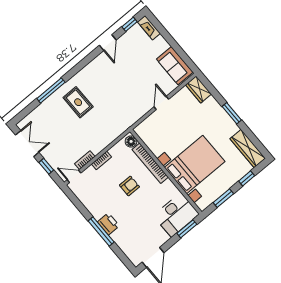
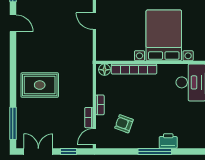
window: (51, 90) -> (13, 123), moved
rug: (78, 102) -> (40, 85), width x1.36, depth x1.43
armchair: (129, 186) -> (124, 124), moved, turned -70
printer: (108, 224) -> (168, 141), moved

